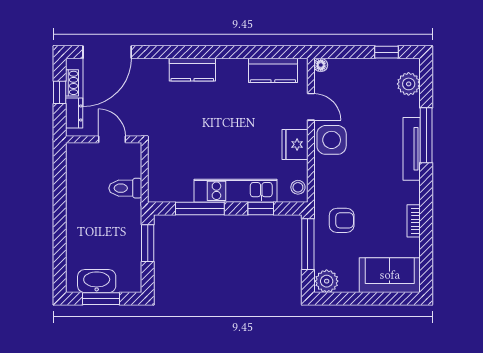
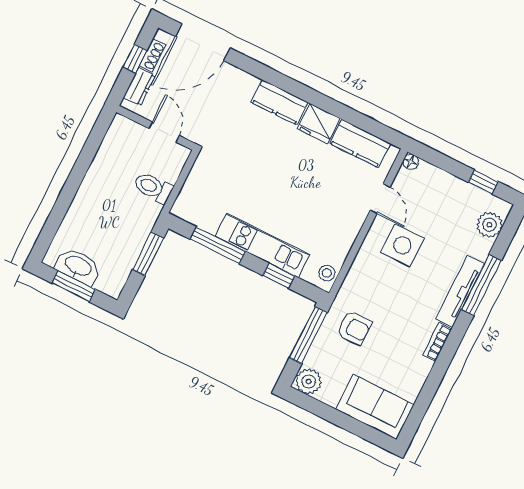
side table: (332, 140) -> (402, 245), moved
fridge: (295, 144) -> (319, 124), moved, turned -90
bookcase: (414, 221) -> (437, 342), moved

